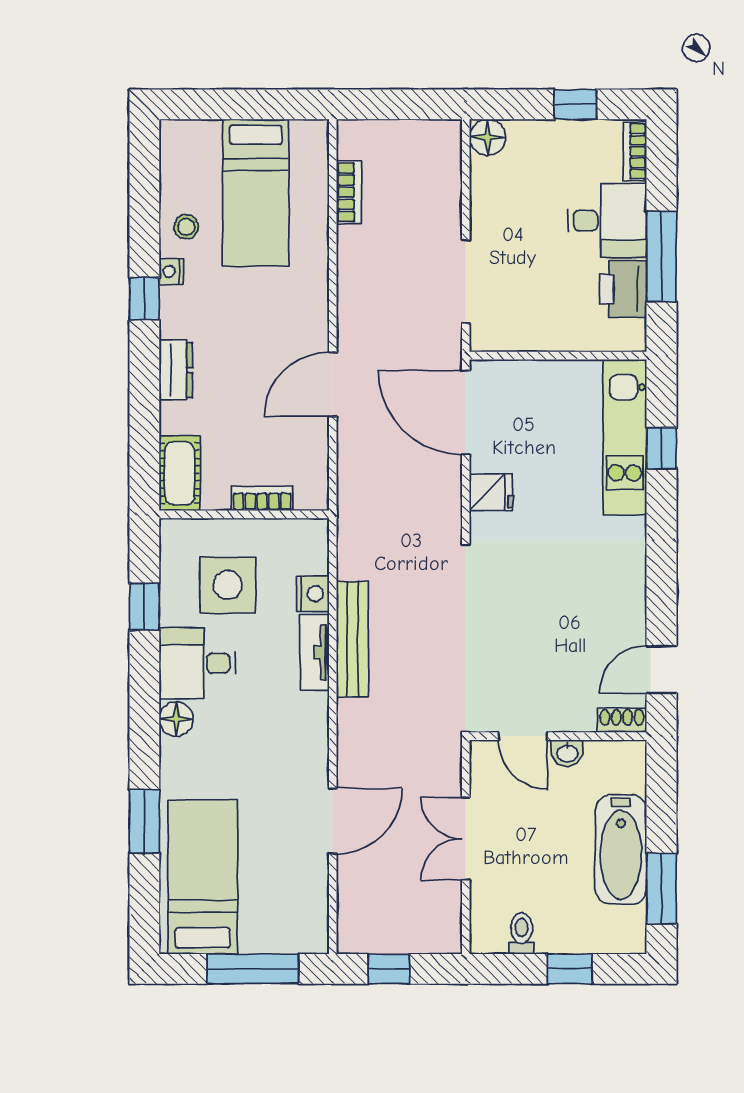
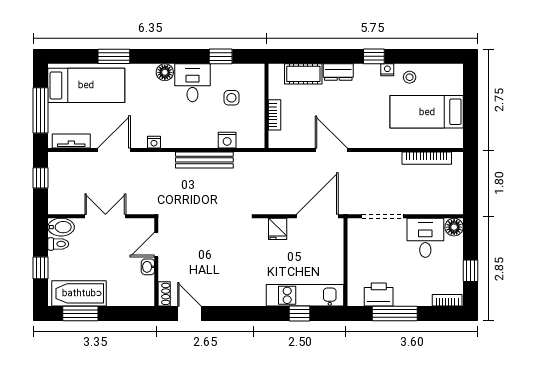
bookcase: (349, 192) -> (427, 158), width x1.56
desk: (607, 221) -> (425, 238), moved, turned 180
cot: (180, 473) -> (303, 74), moved
side table: (228, 585) -> (231, 98), width x0.54, depth x0.54
tv unit: (315, 652) -> (71, 141), moved
nightstand: (317, 741) -> (154, 142), added
door: (333, 821) -> (114, 150), swing flipped
bathtub: (621, 849) -> (79, 293), moved
bidet: (488, 928) -> (61, 227), added

